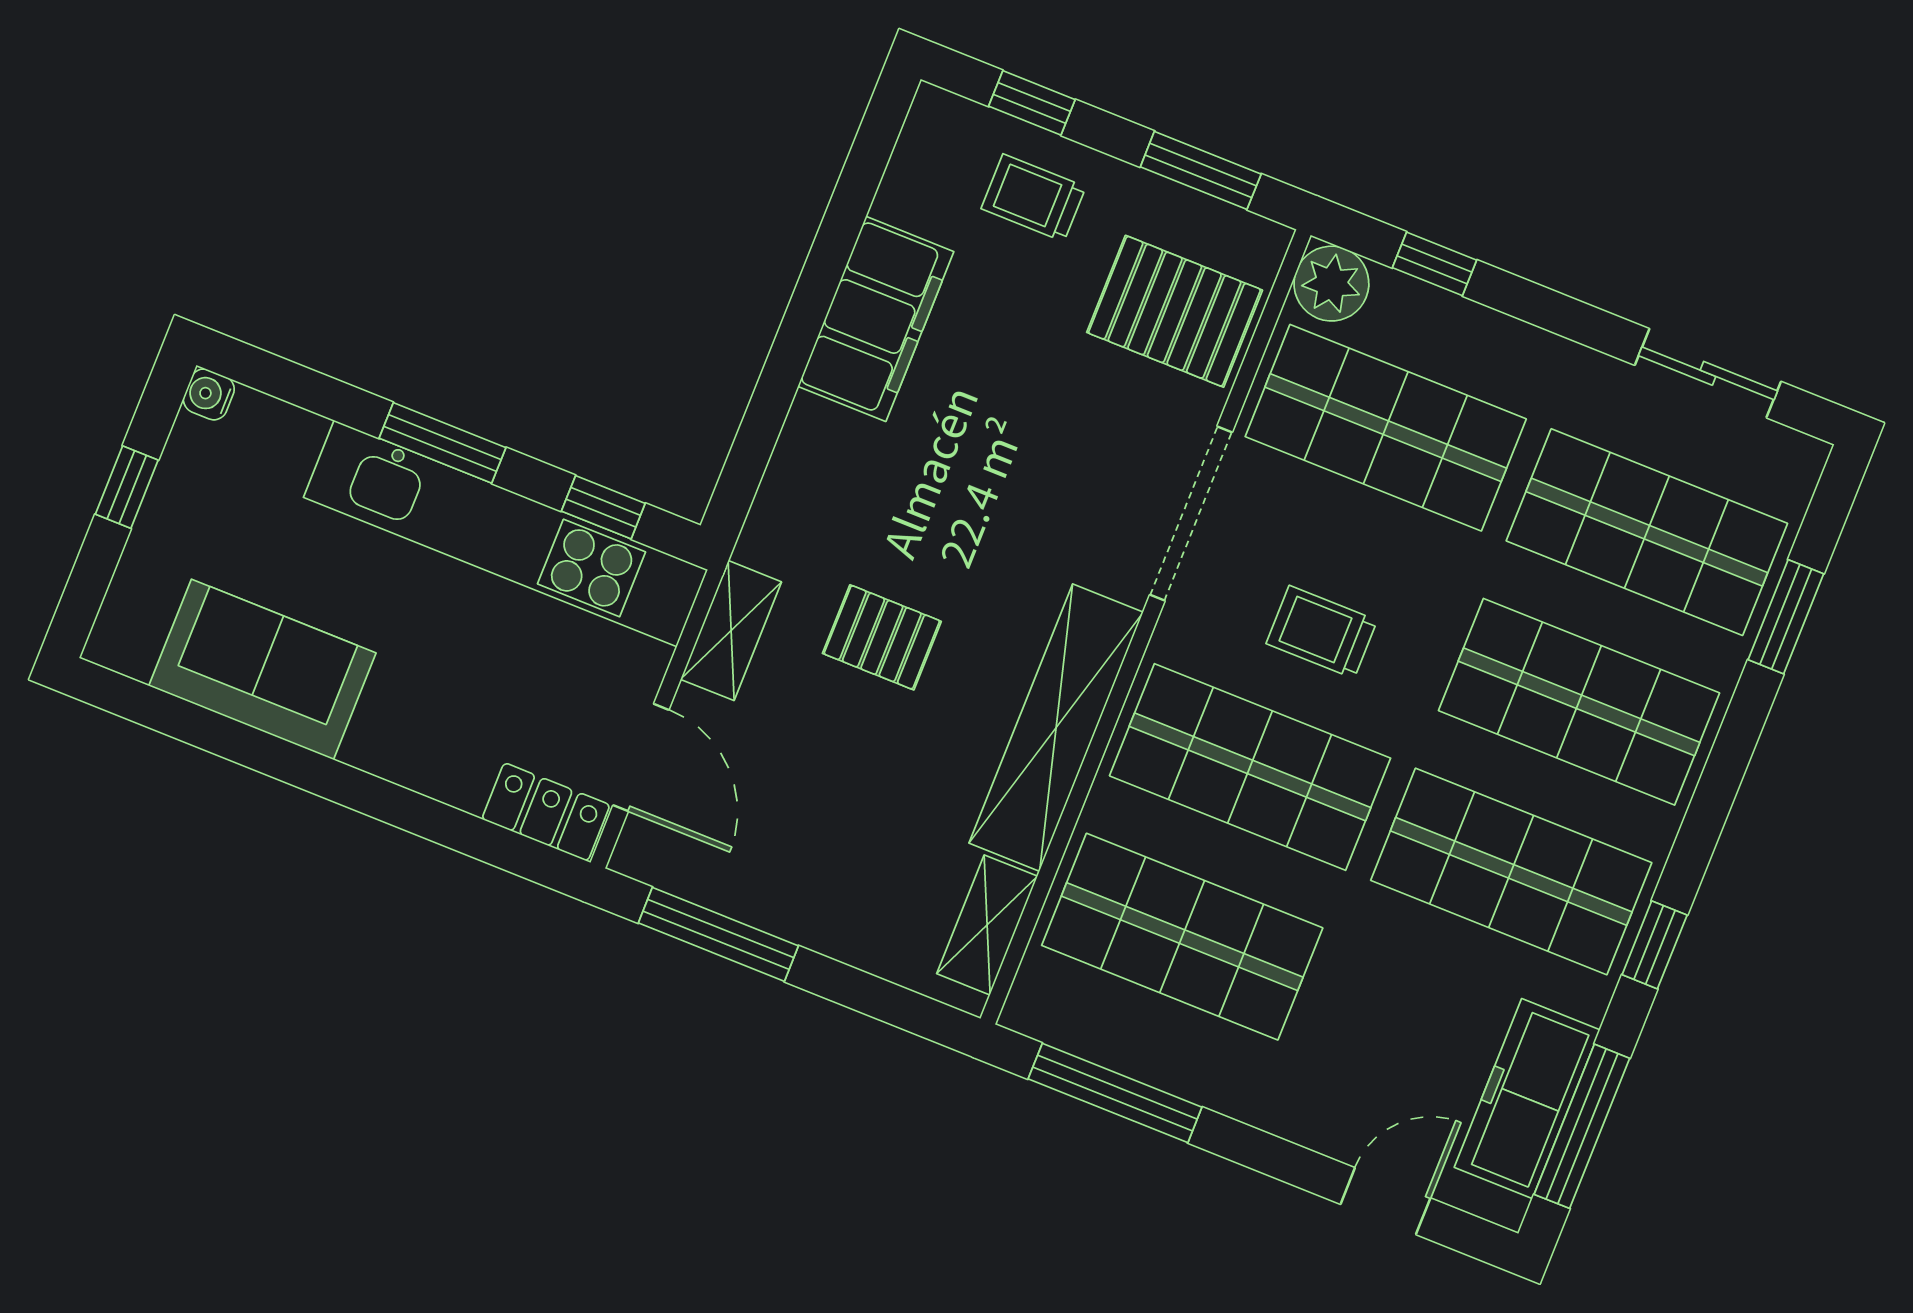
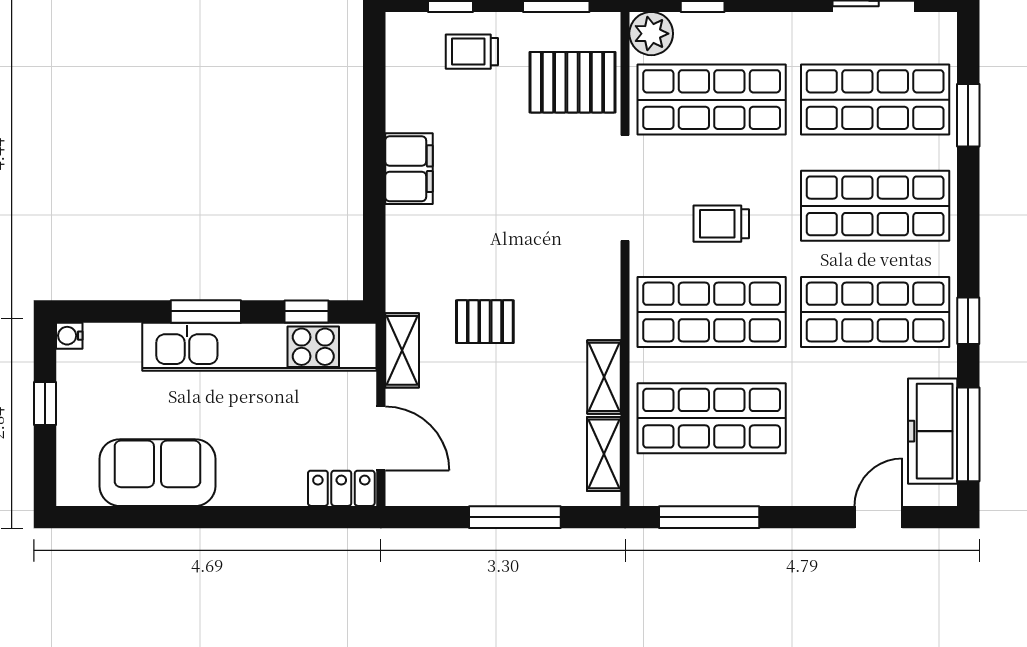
filing cabinet: (876, 319) -> (409, 169), width x0.67, depth x0.86
shelving: (1056, 728) -> (604, 377), width x0.45, depth x0.75
window: (718, 934) -> (515, 517), moved

